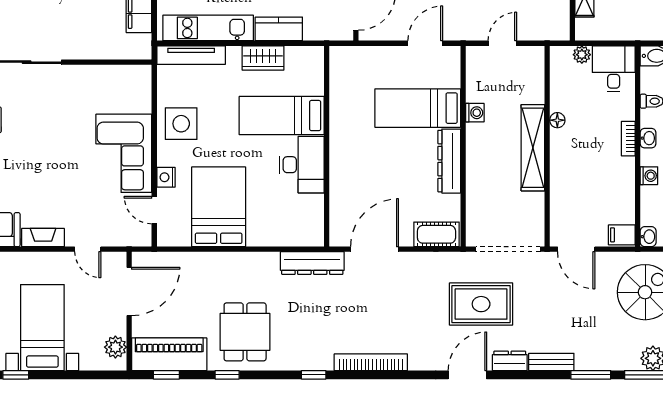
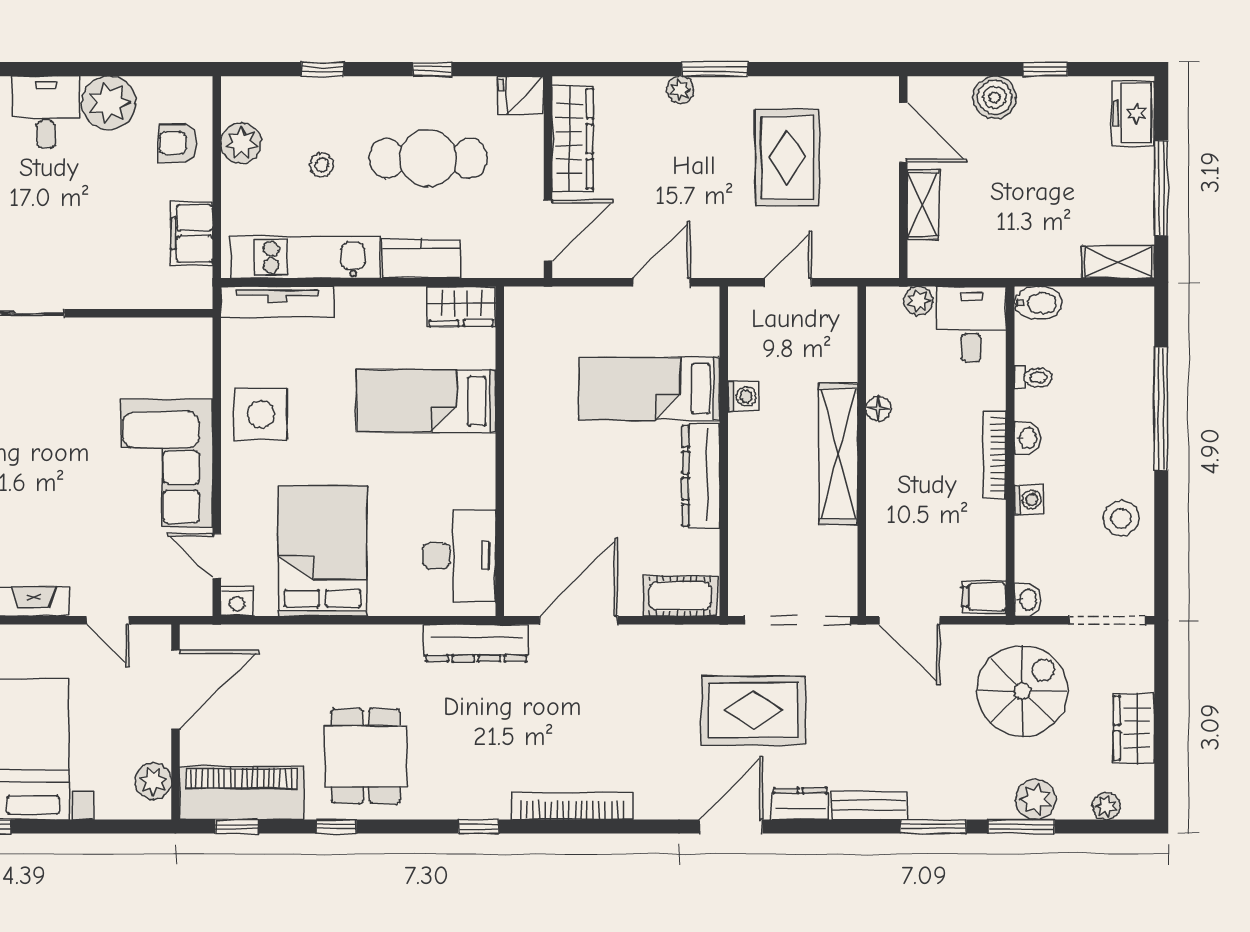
wardrobe: (263, 58) -> (461, 306), moved
bookcase: (628, 139) -> (995, 455), width x1.56
desk: (302, 165) -> (459, 556), moved
nightstand: (166, 177) -> (237, 601), moved, turned -90

